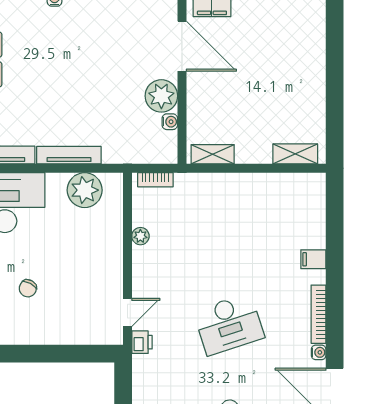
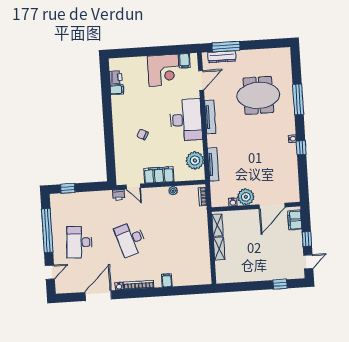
window: (335, 40) -> (280, 284), added
shelving: (295, 154) -> (219, 249), moved
tv unit: (69, 155) -> (213, 164), moved
filing cabinet: (108, 262) -> (159, 175), added

